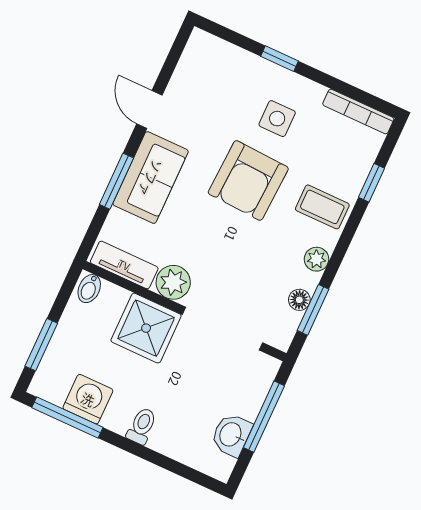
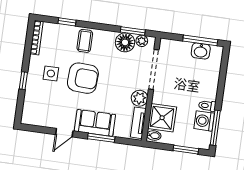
plant: (317, 259) -> (142, 41), moved
floor lamp: (299, 300) -> (125, 42), width x1.89, depth x1.89
shower: (146, 328) -> (162, 118), moved
window: (264, 417) -> (200, 40), moved
toilet: (142, 426) -> (207, 106), moved

